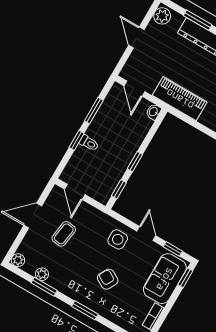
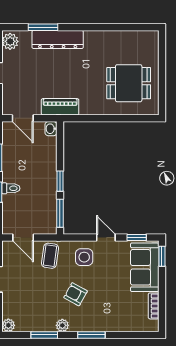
piano: (180, 99) -> (60, 107), width x0.73, depth x0.75
window: (119, 189) -> (60, 213), width x1.50
coffee table: (64, 234) -> (50, 256), moved
plant: (42, 274) -> (62, 325), moved
armchair: (108, 279) -> (76, 294), moved

